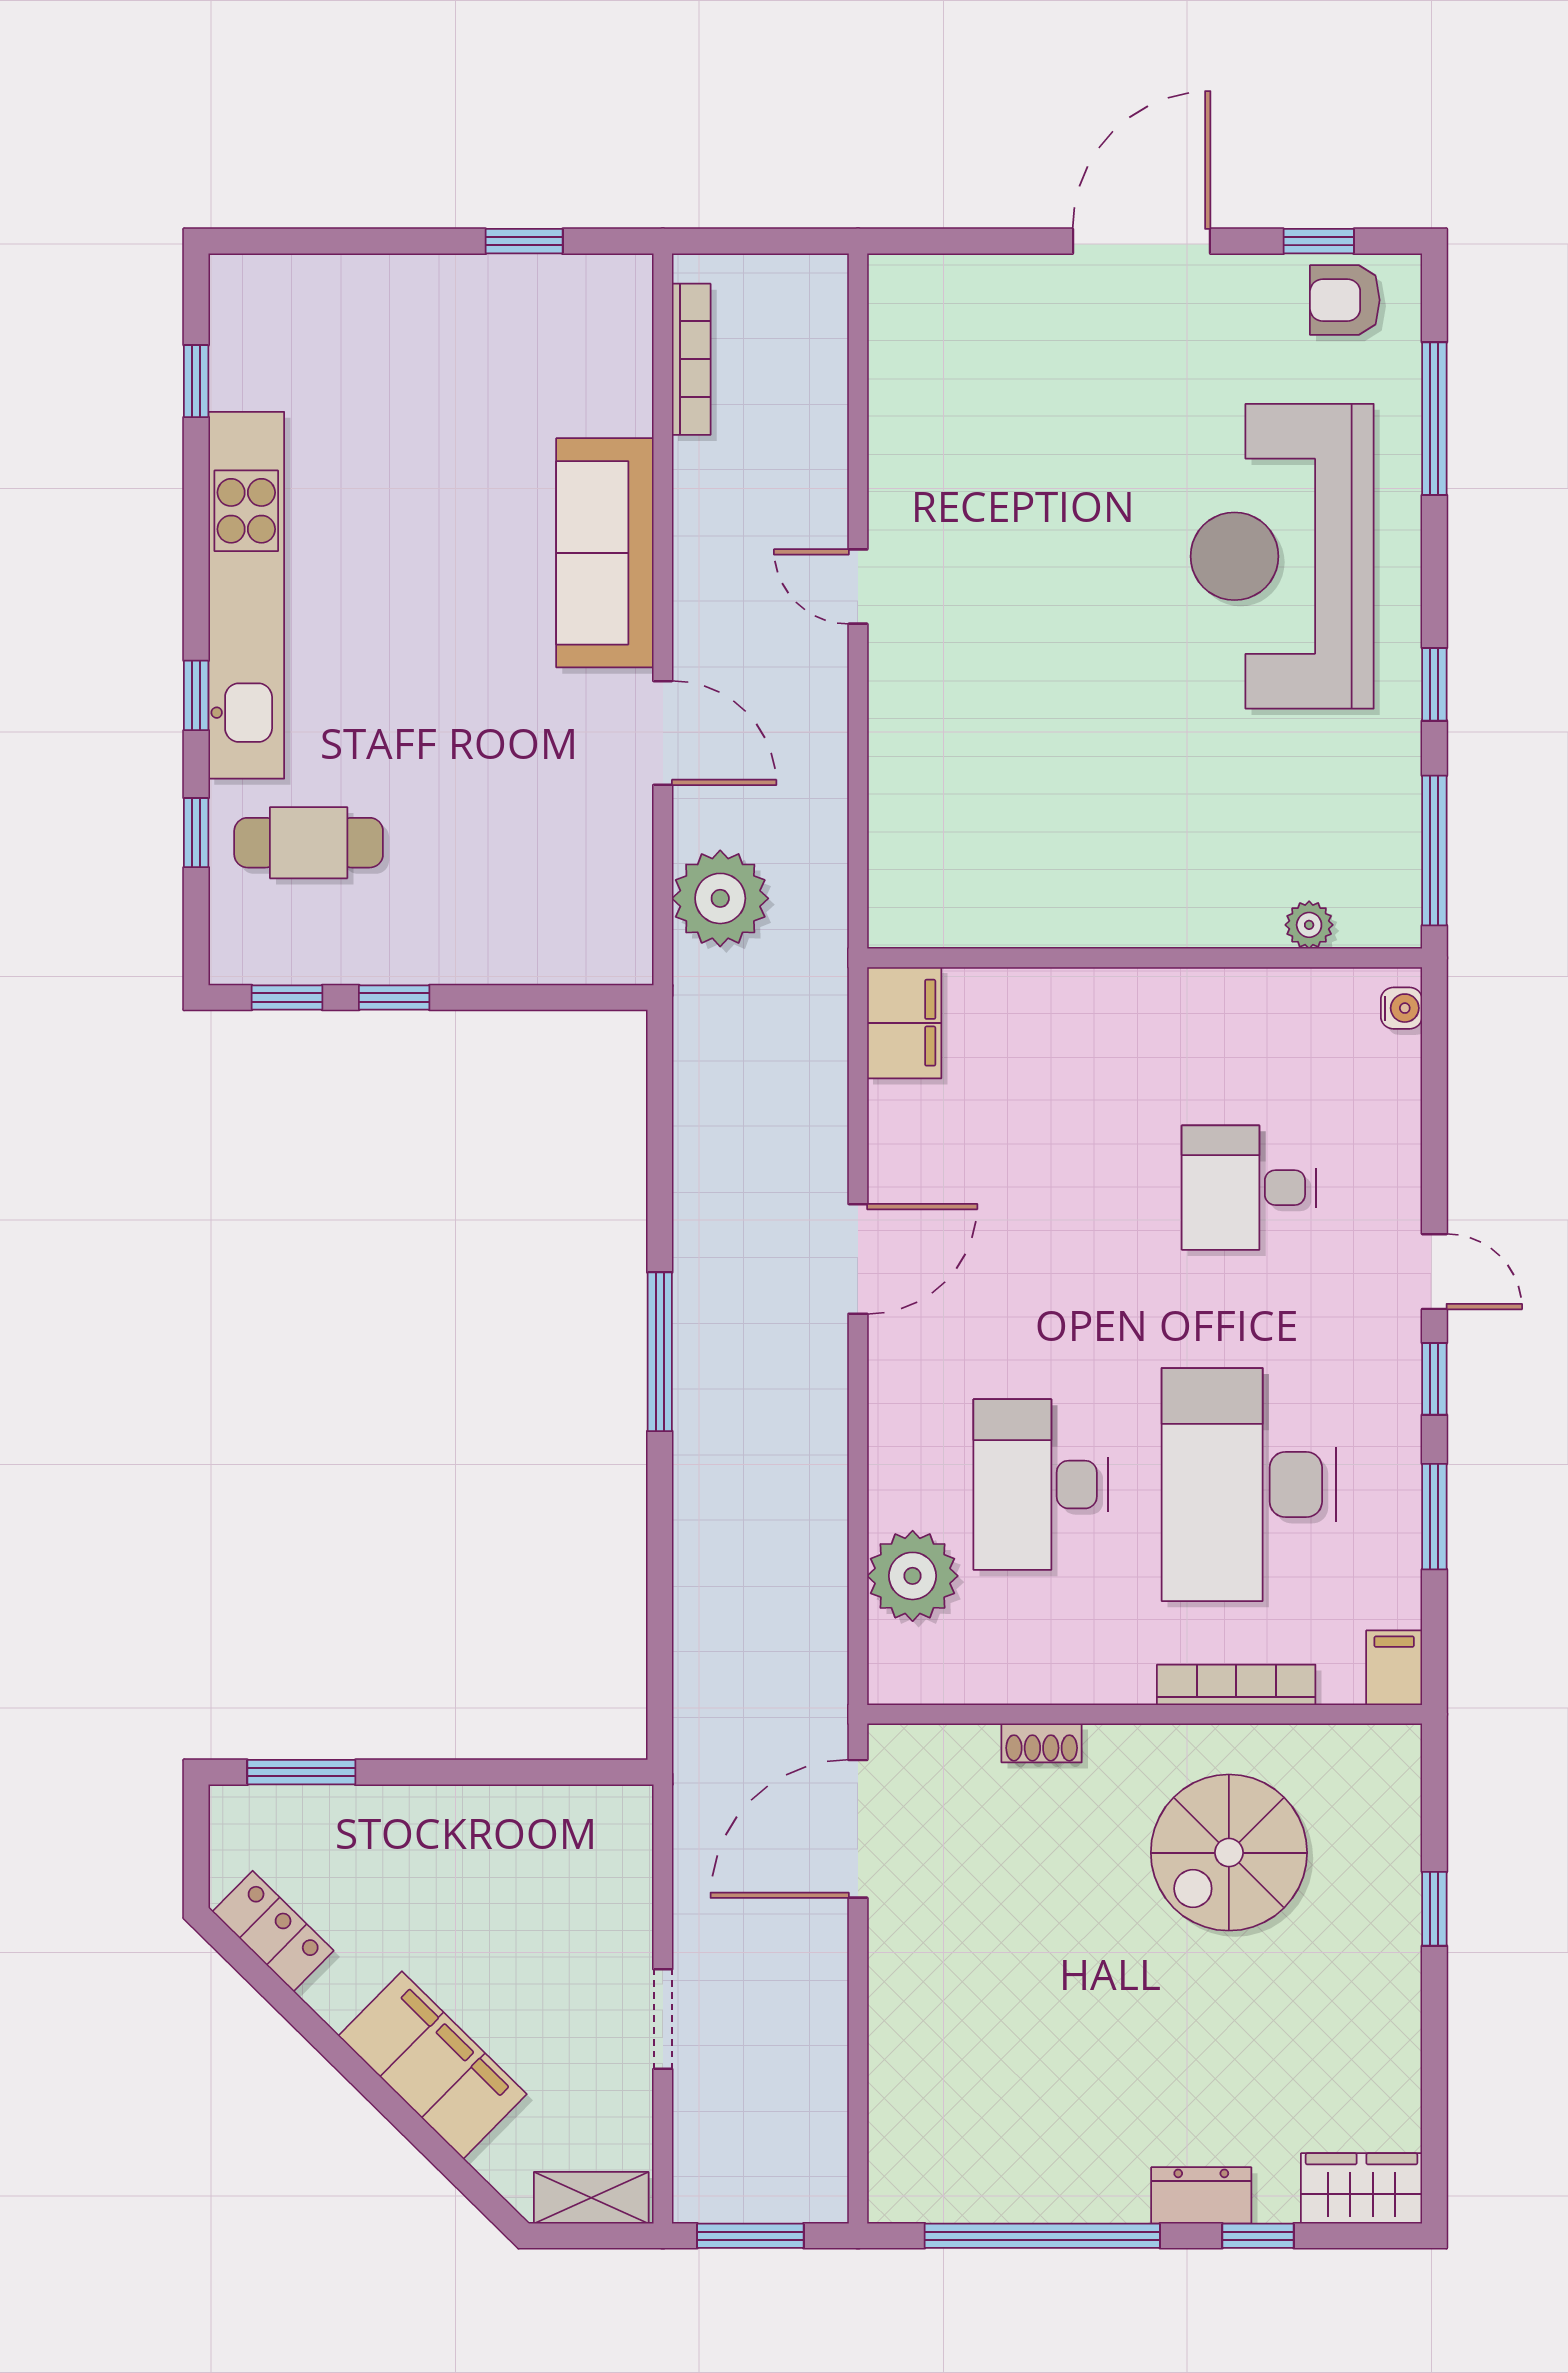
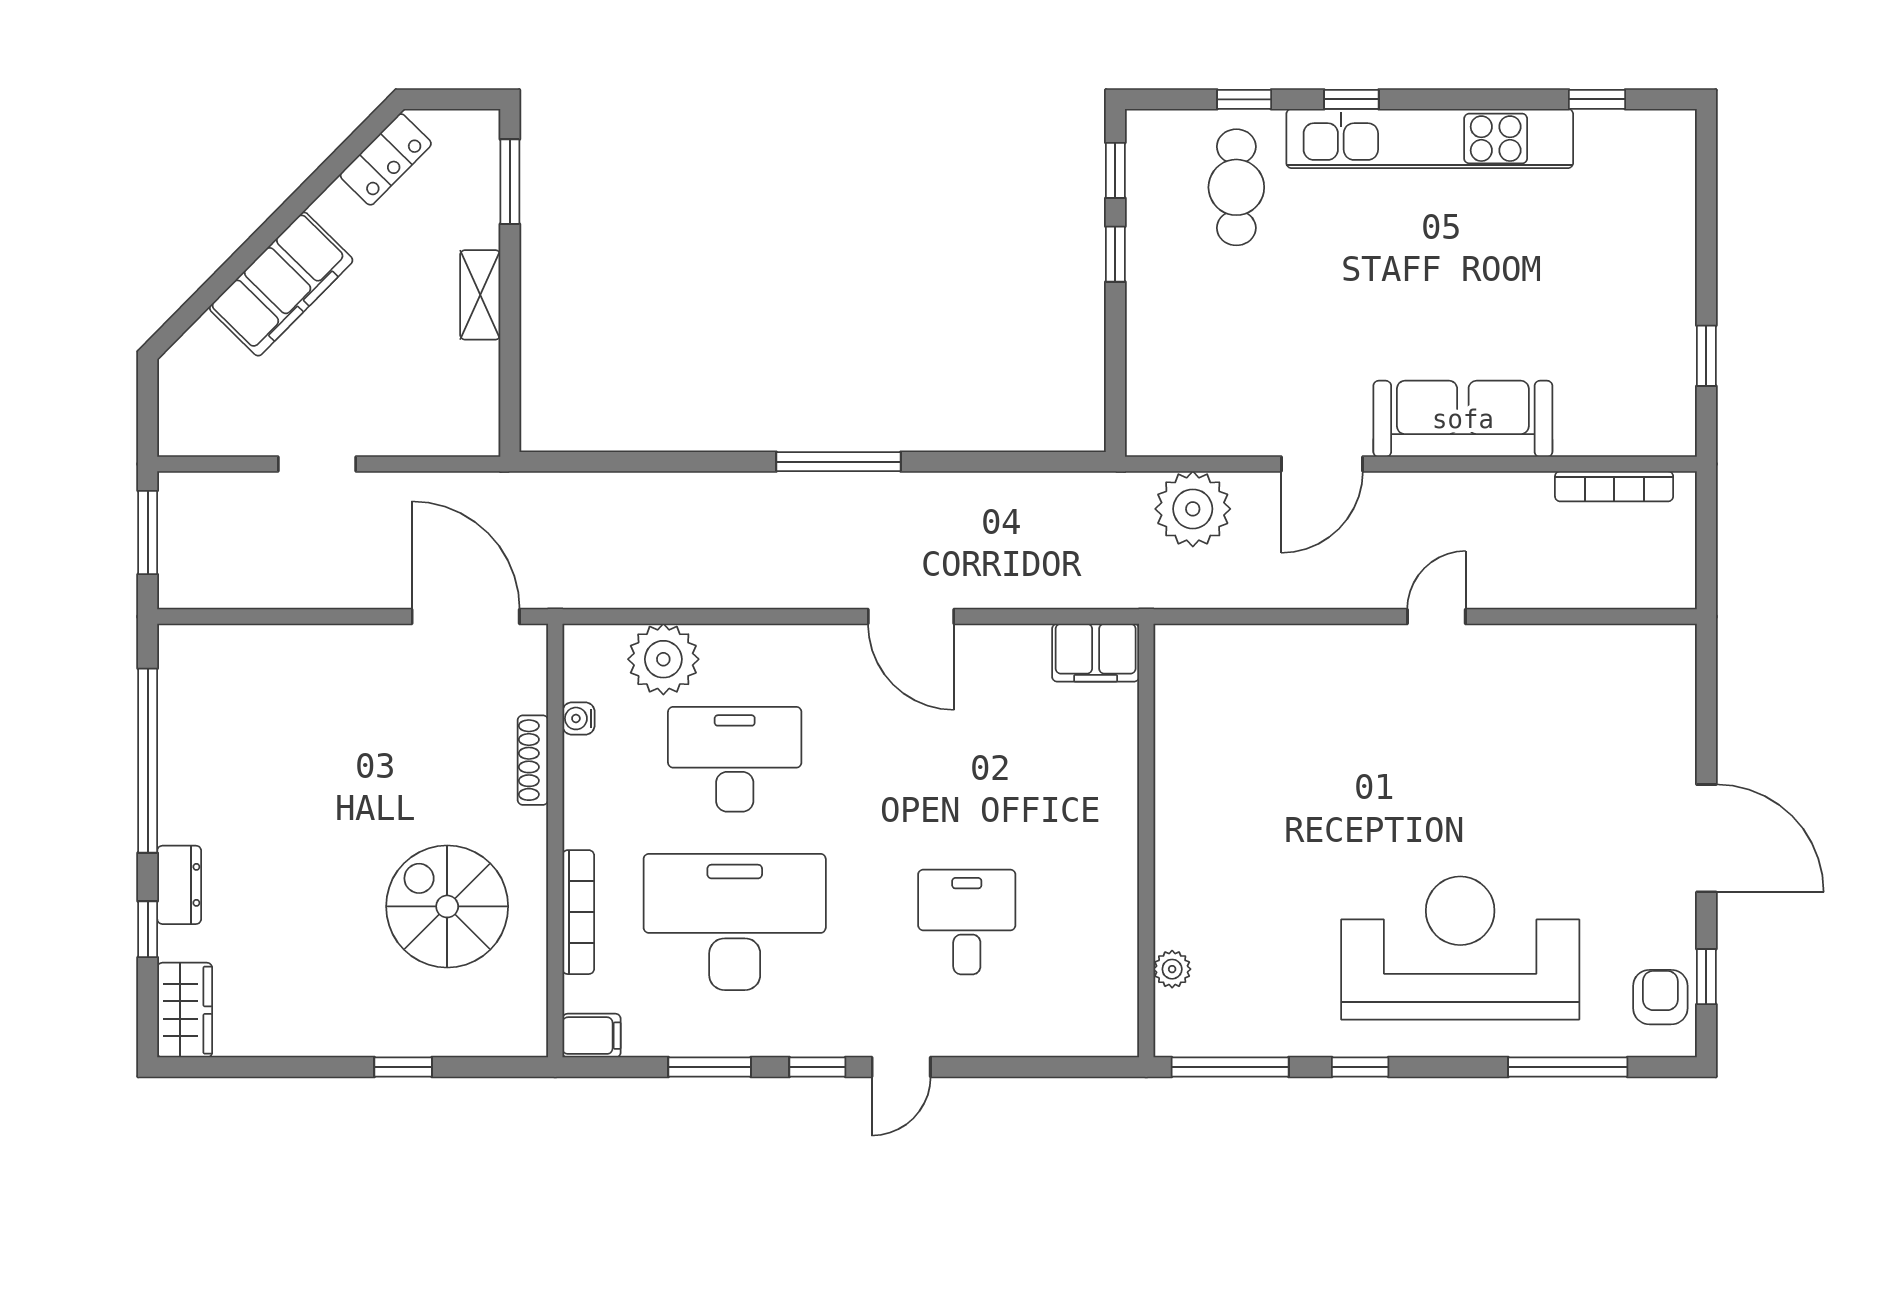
water cooler: (1401, 1008) -> (579, 718), moved, turned 90
shoe rack: (1042, 1743) -> (533, 760), width x1.43
shelving: (591, 2198) -> (480, 295), moved

